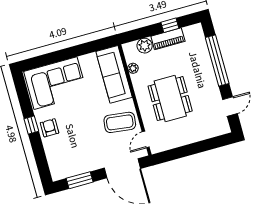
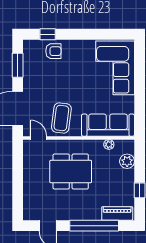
piano: (168, 39) -> (117, 213), moved, turned 90
window: (31, 125) -> (48, 34), moved
armchair: (50, 128) -> (53, 51), moved

